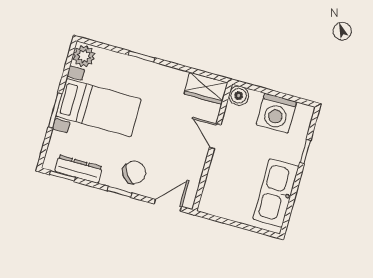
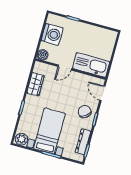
wardrobe: (206, 88) -> (36, 84), moved
kitchen sink: (276, 193) -> (91, 65), moved, turned 180

